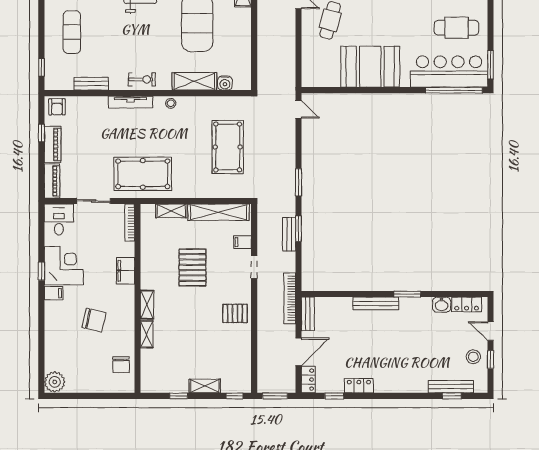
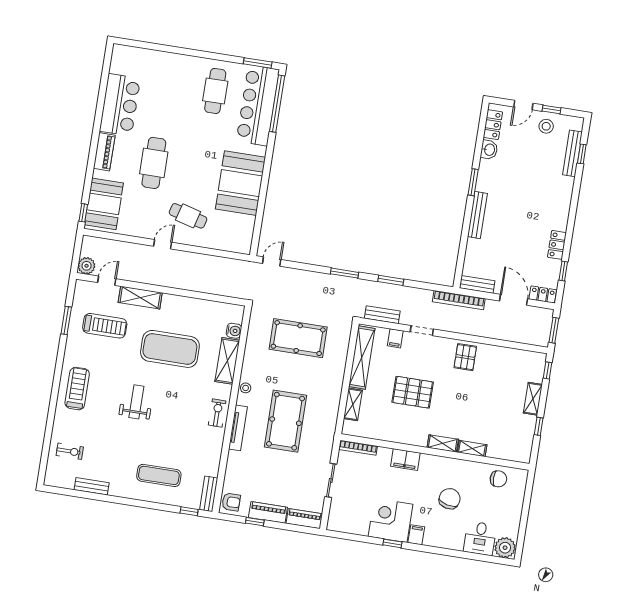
bench: (91, 84) -> (209, 494), moved
pool table: (143, 174) -> (286, 421), moved
desk: (59, 220) -> (480, 538), moved, turned -90
bench: (289, 234) -> (382, 315), moved

